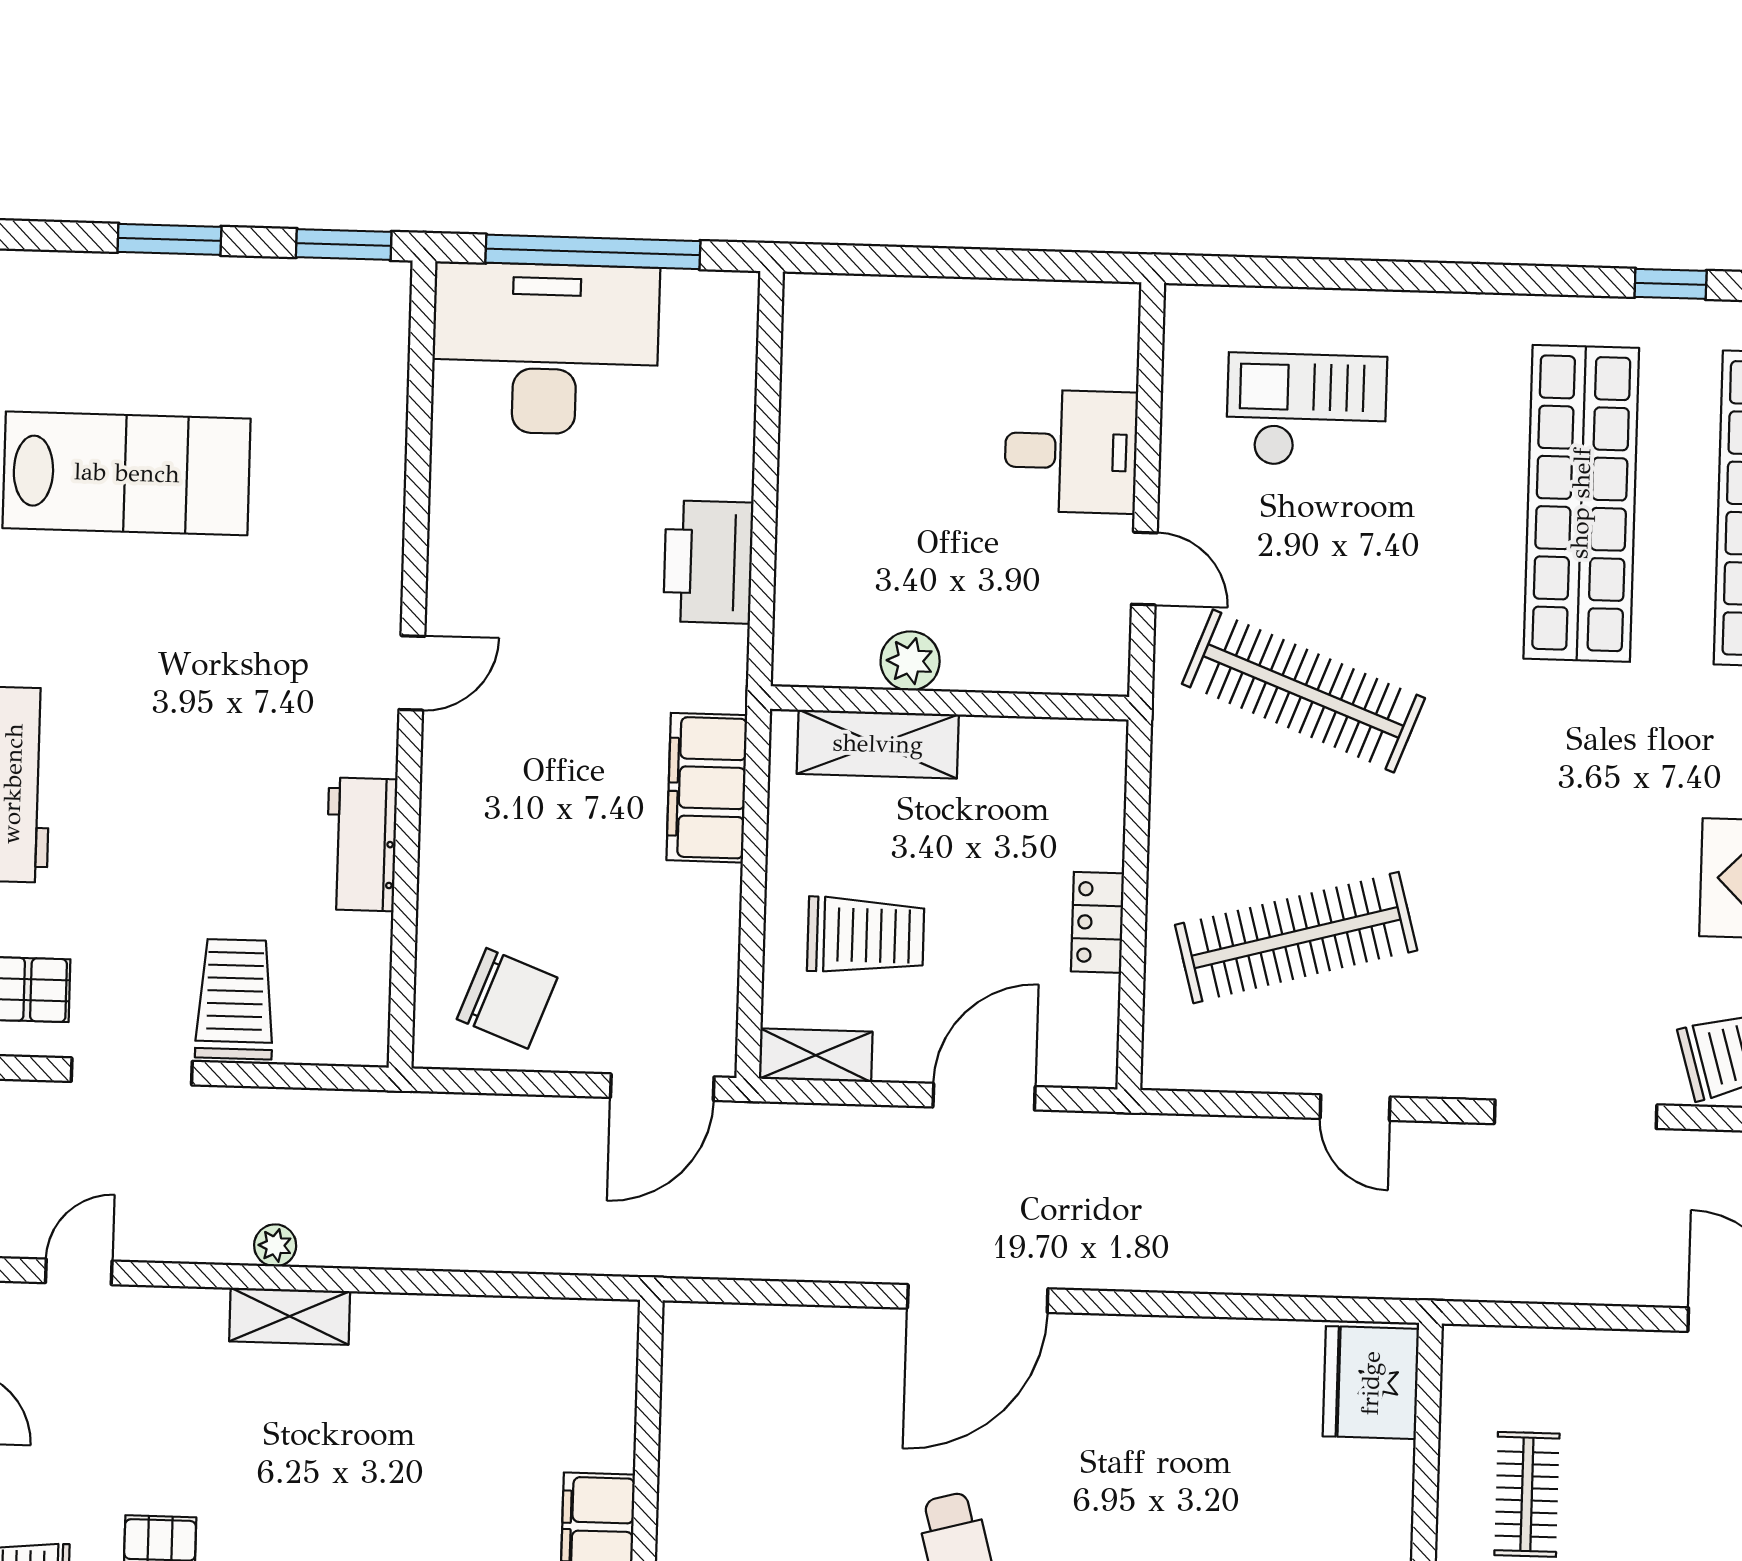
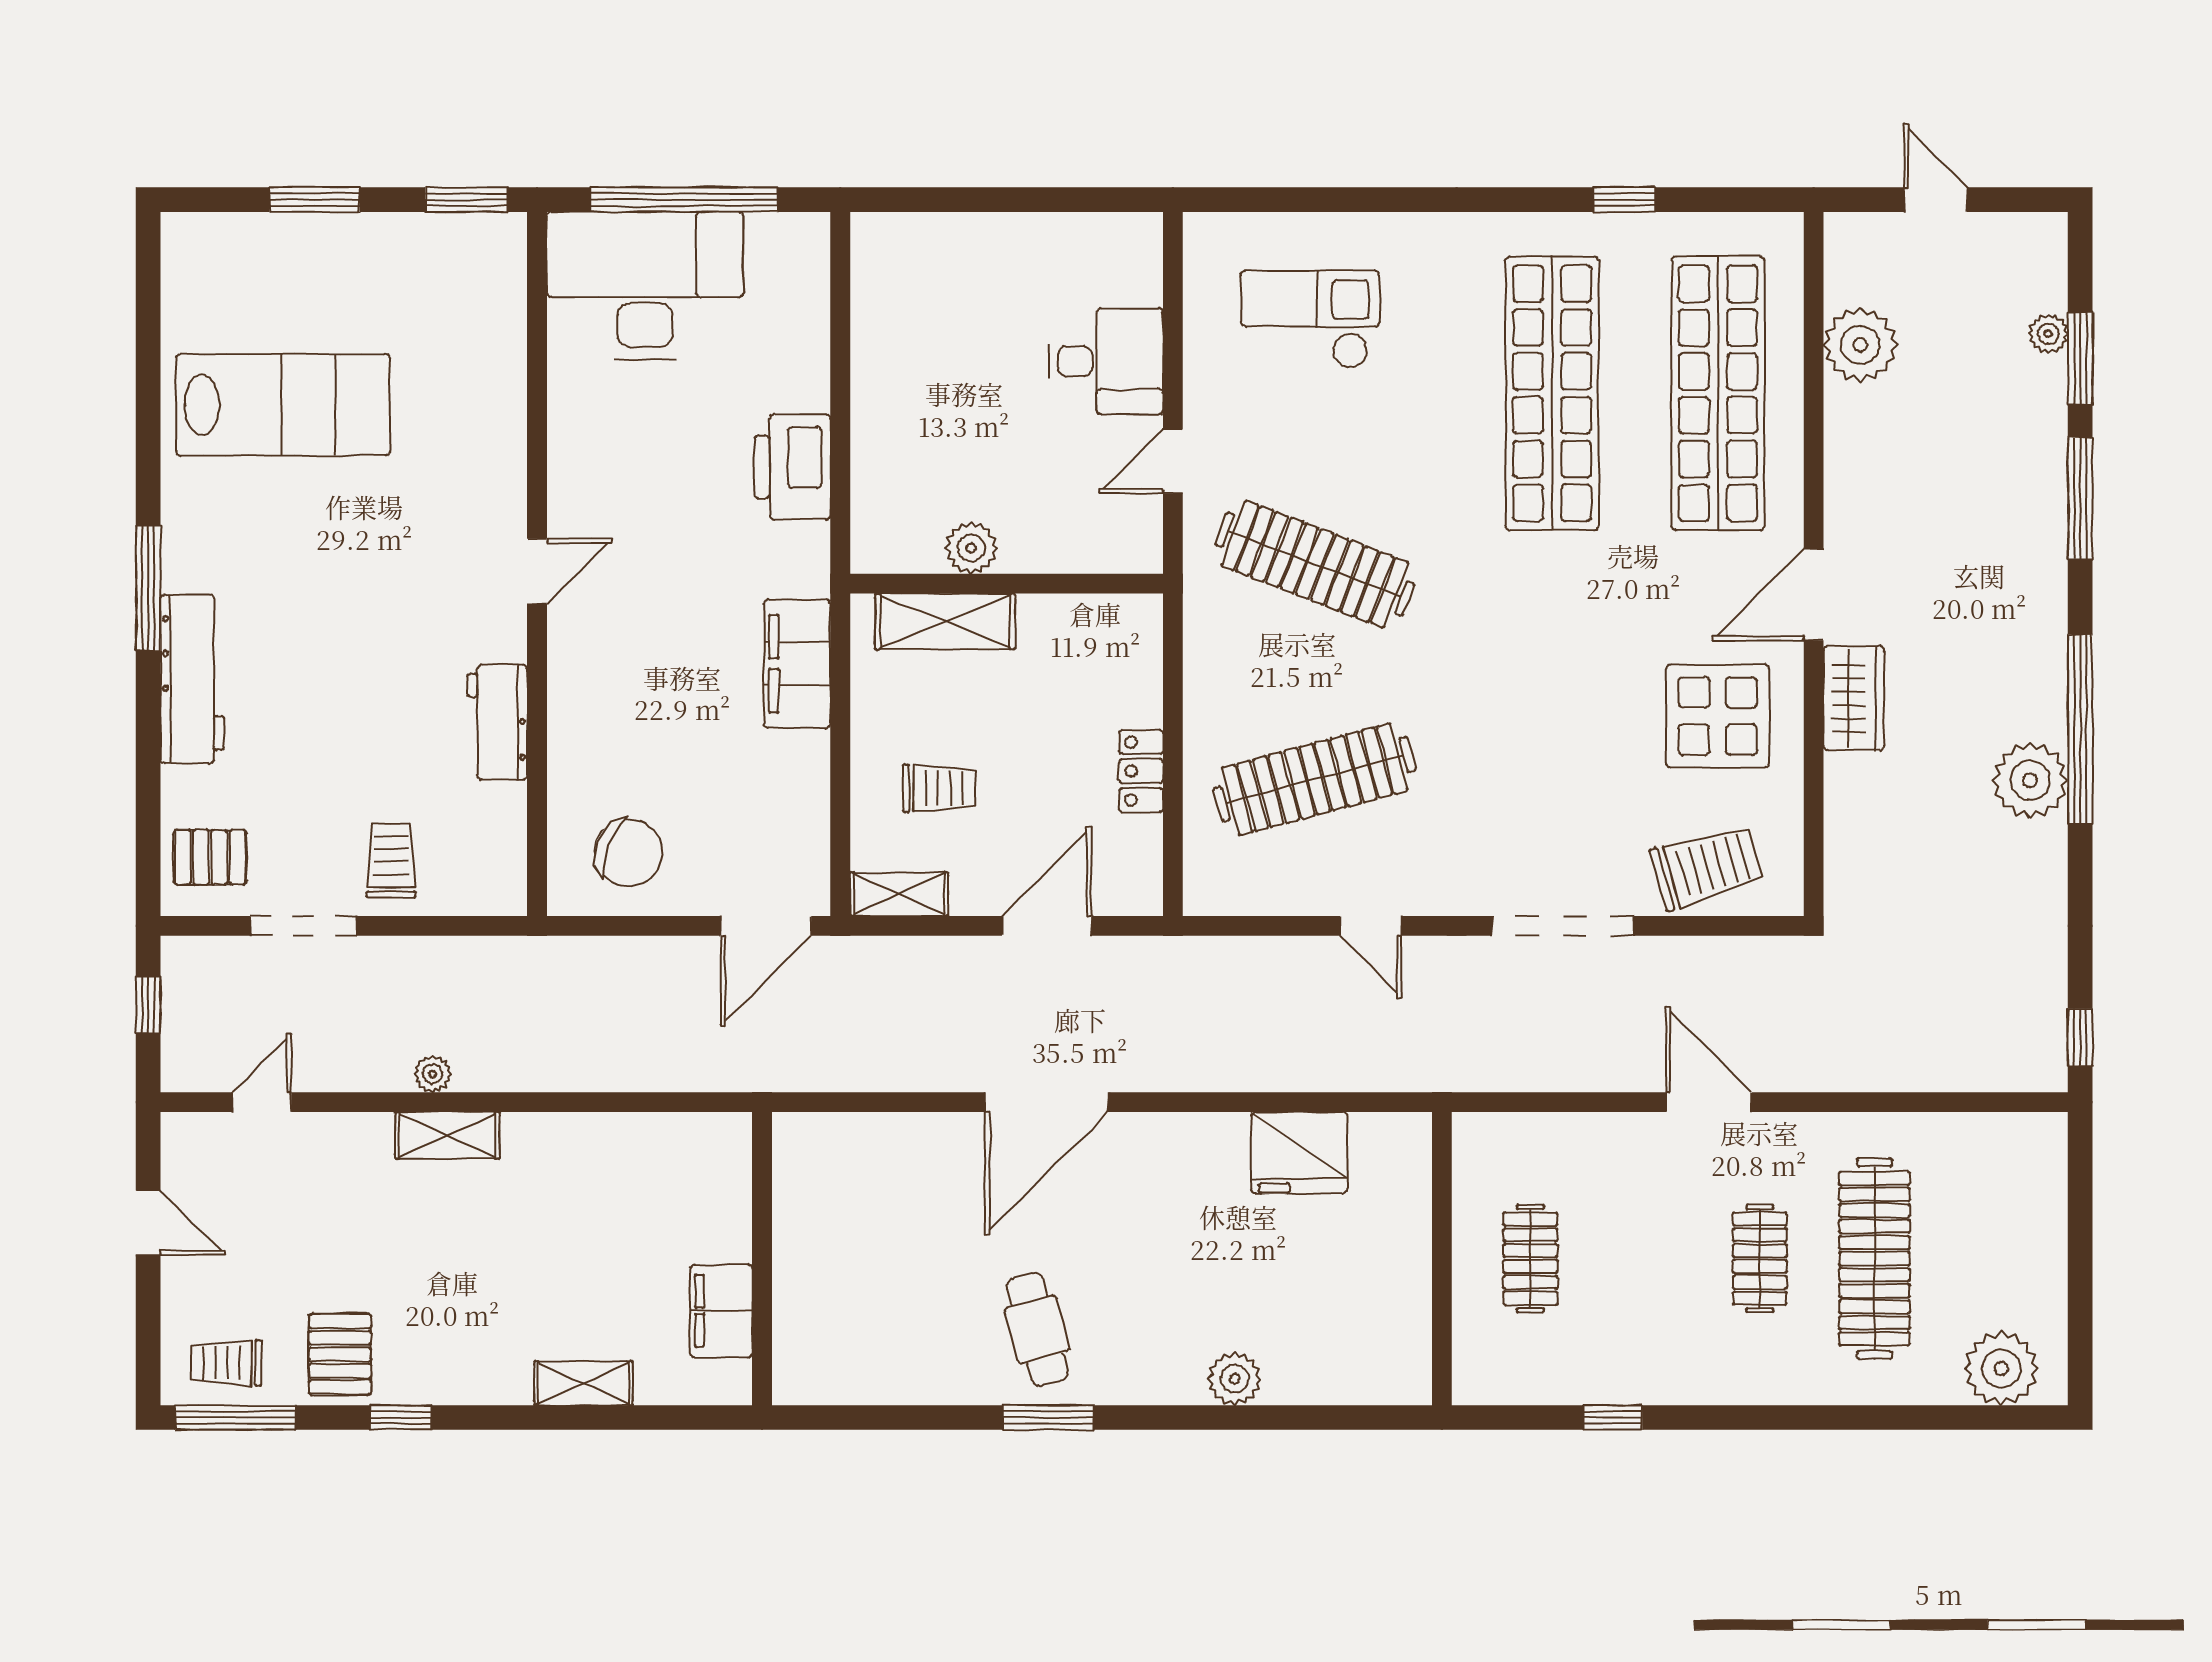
door: (1144, 569) -> (1173, 461), swing flipped
trolley: (866, 935) -> (939, 788), width x0.73, depth x0.72
trolley: (235, 999) -> (391, 860), width x0.73, depth x0.72
fridge: (1371, 1383) -> (1299, 1153), moved, turned -90

